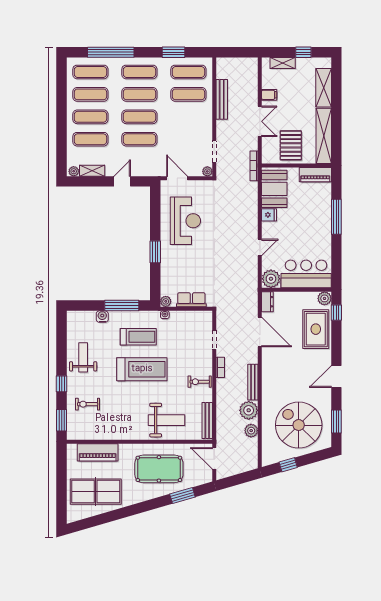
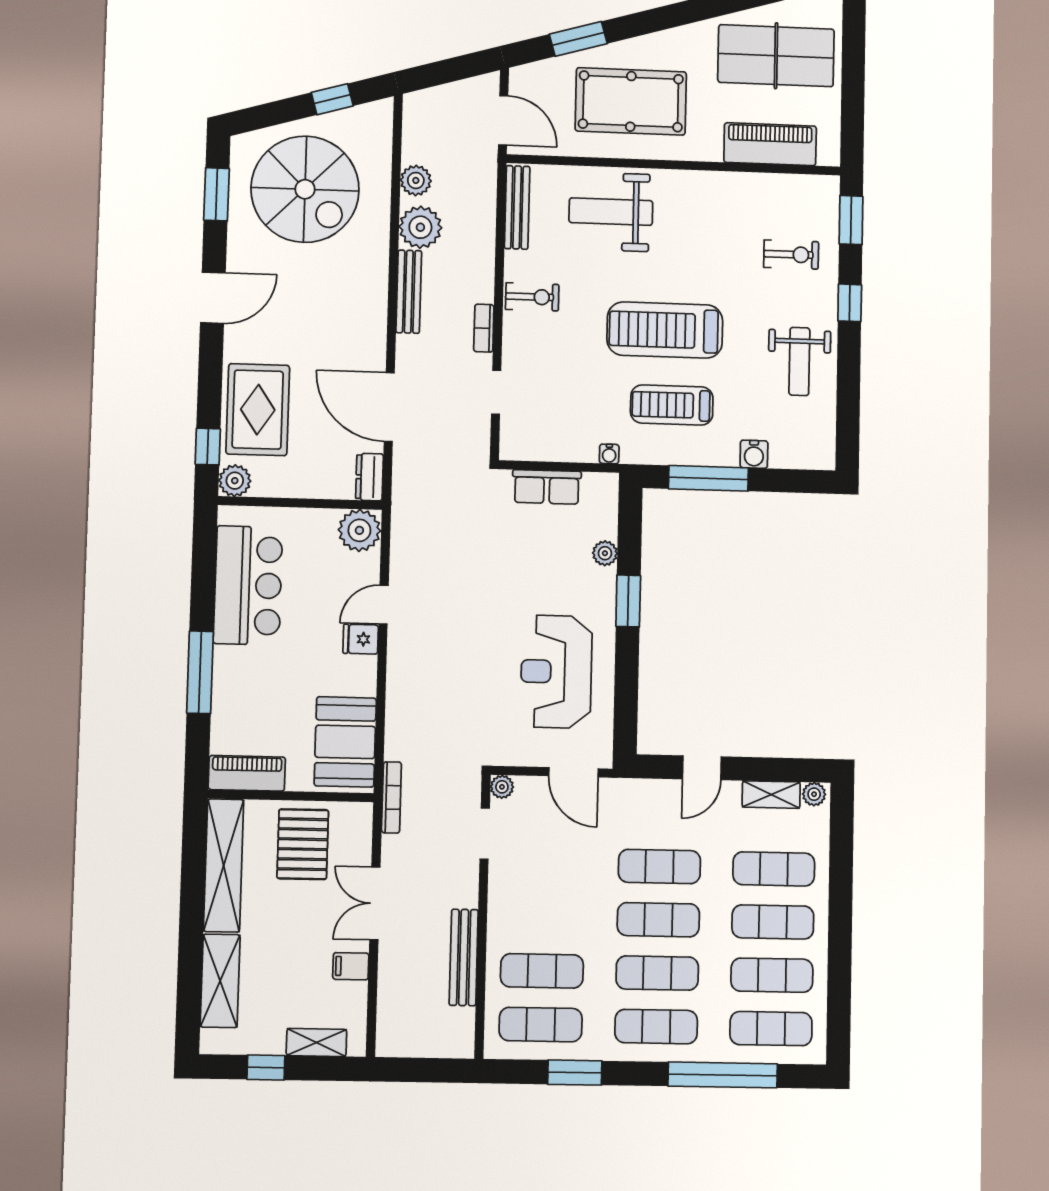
fridge: (269, 215) -> (361, 639), moved
bar counter: (306, 274) -> (248, 585), moved, turned -90
plant: (166, 301) -> (605, 553), moved

